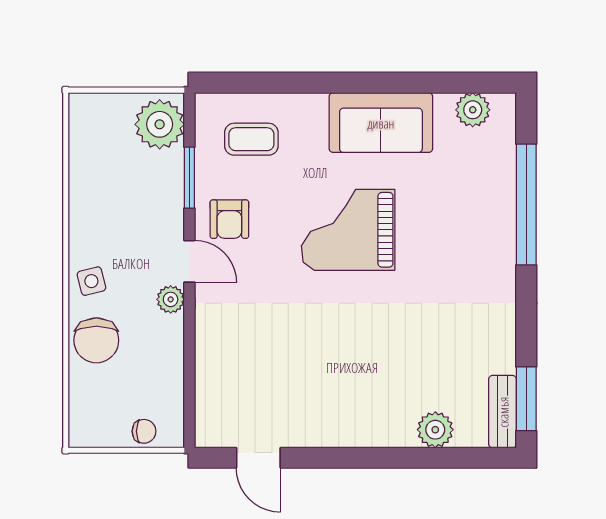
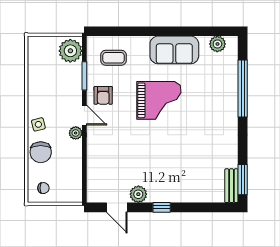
grand piano: (348, 230) -> (159, 100), turned 180
plant: (435, 430) -> (138, 194), moved
chair: (144, 431) -> (43, 188), moved
window: (354, 458) -> (162, 207), added

